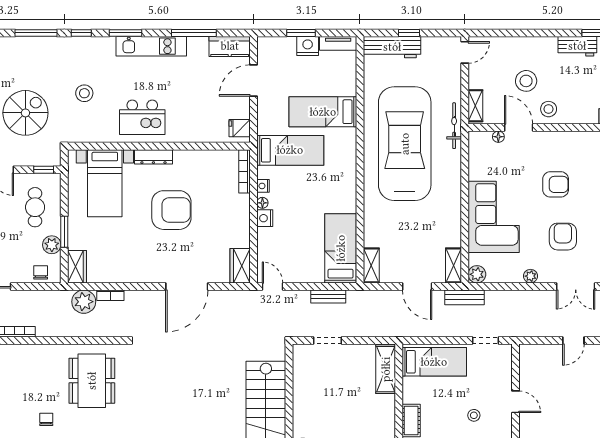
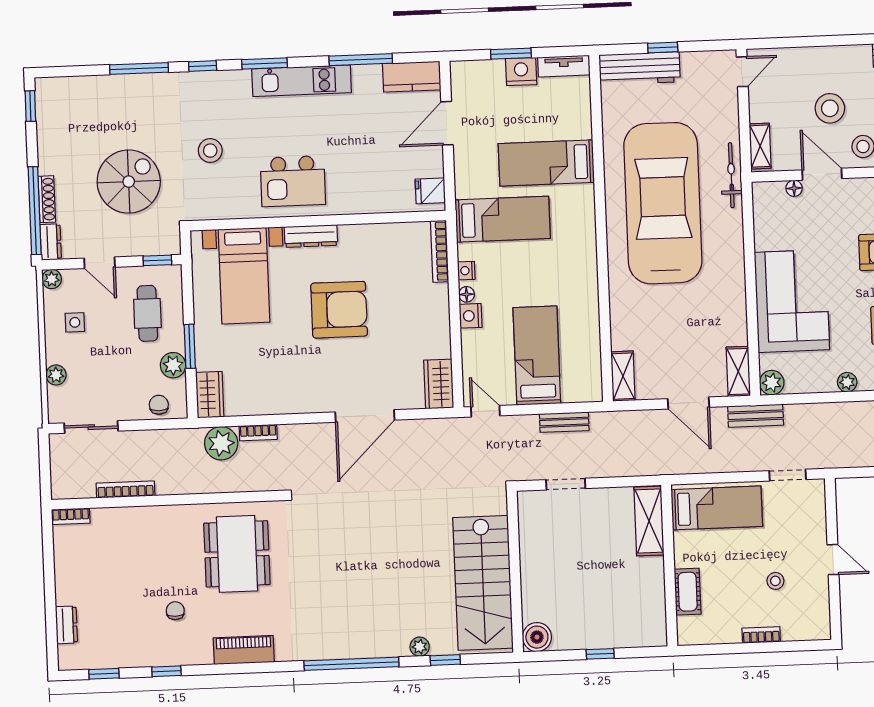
bed: (341, 248) -> (537, 356), moved

